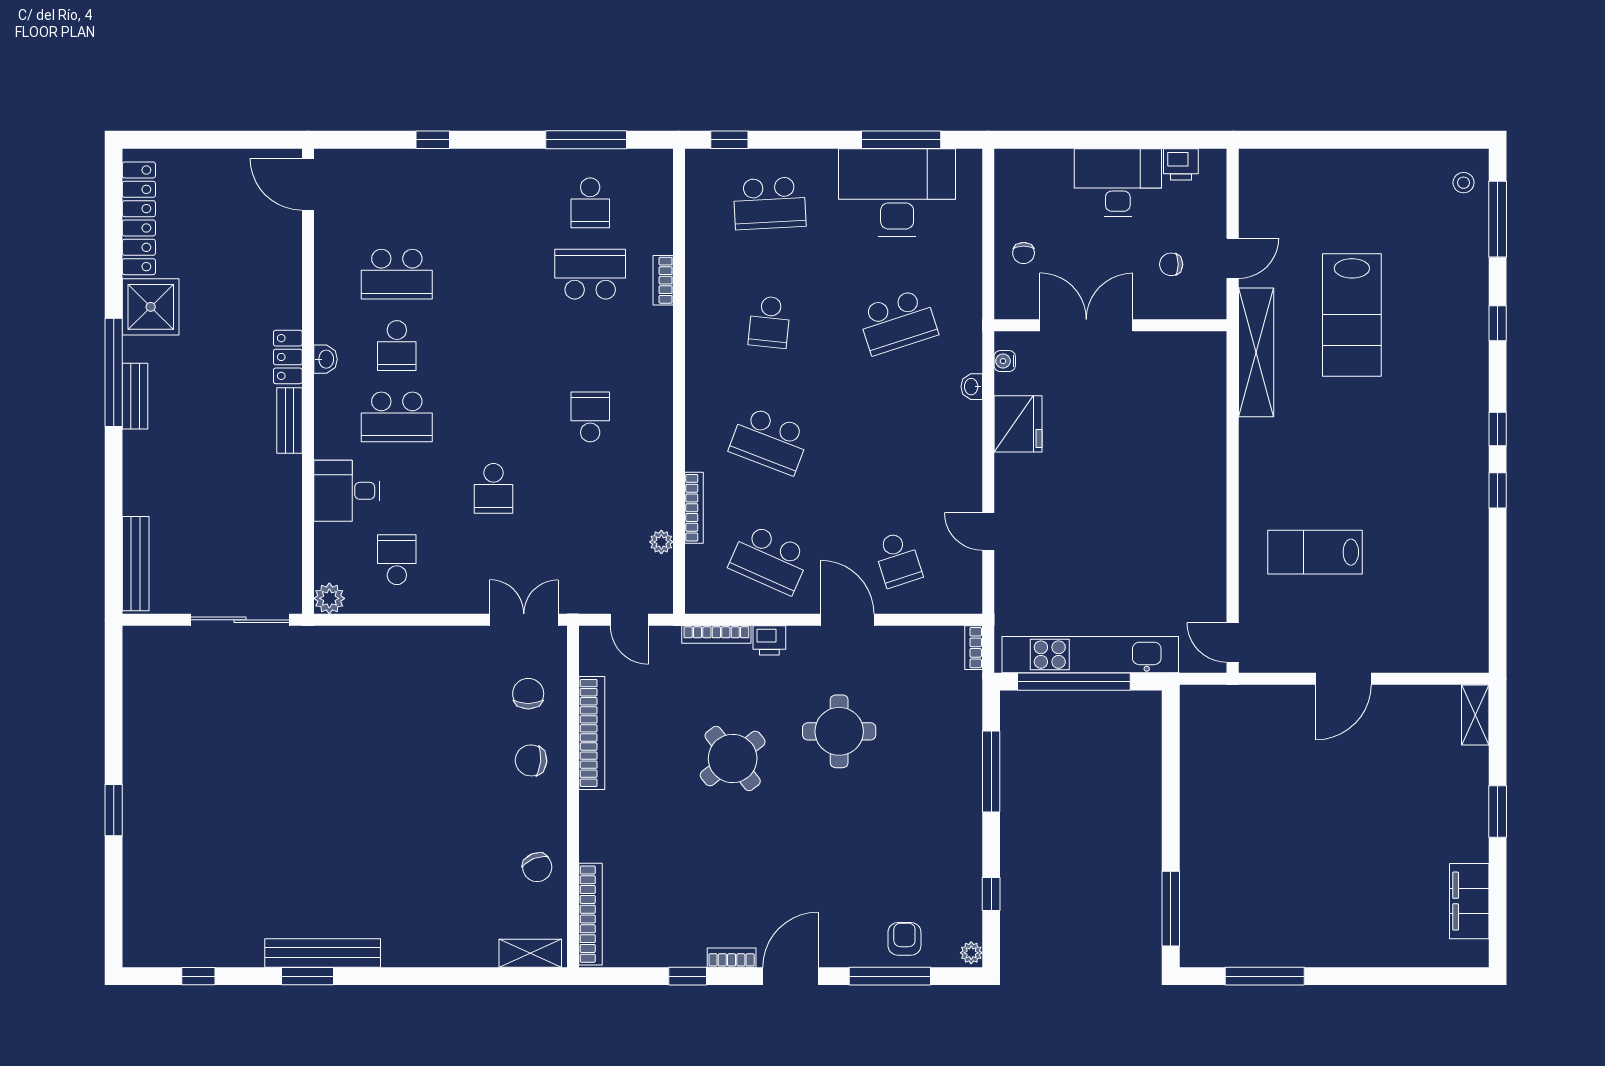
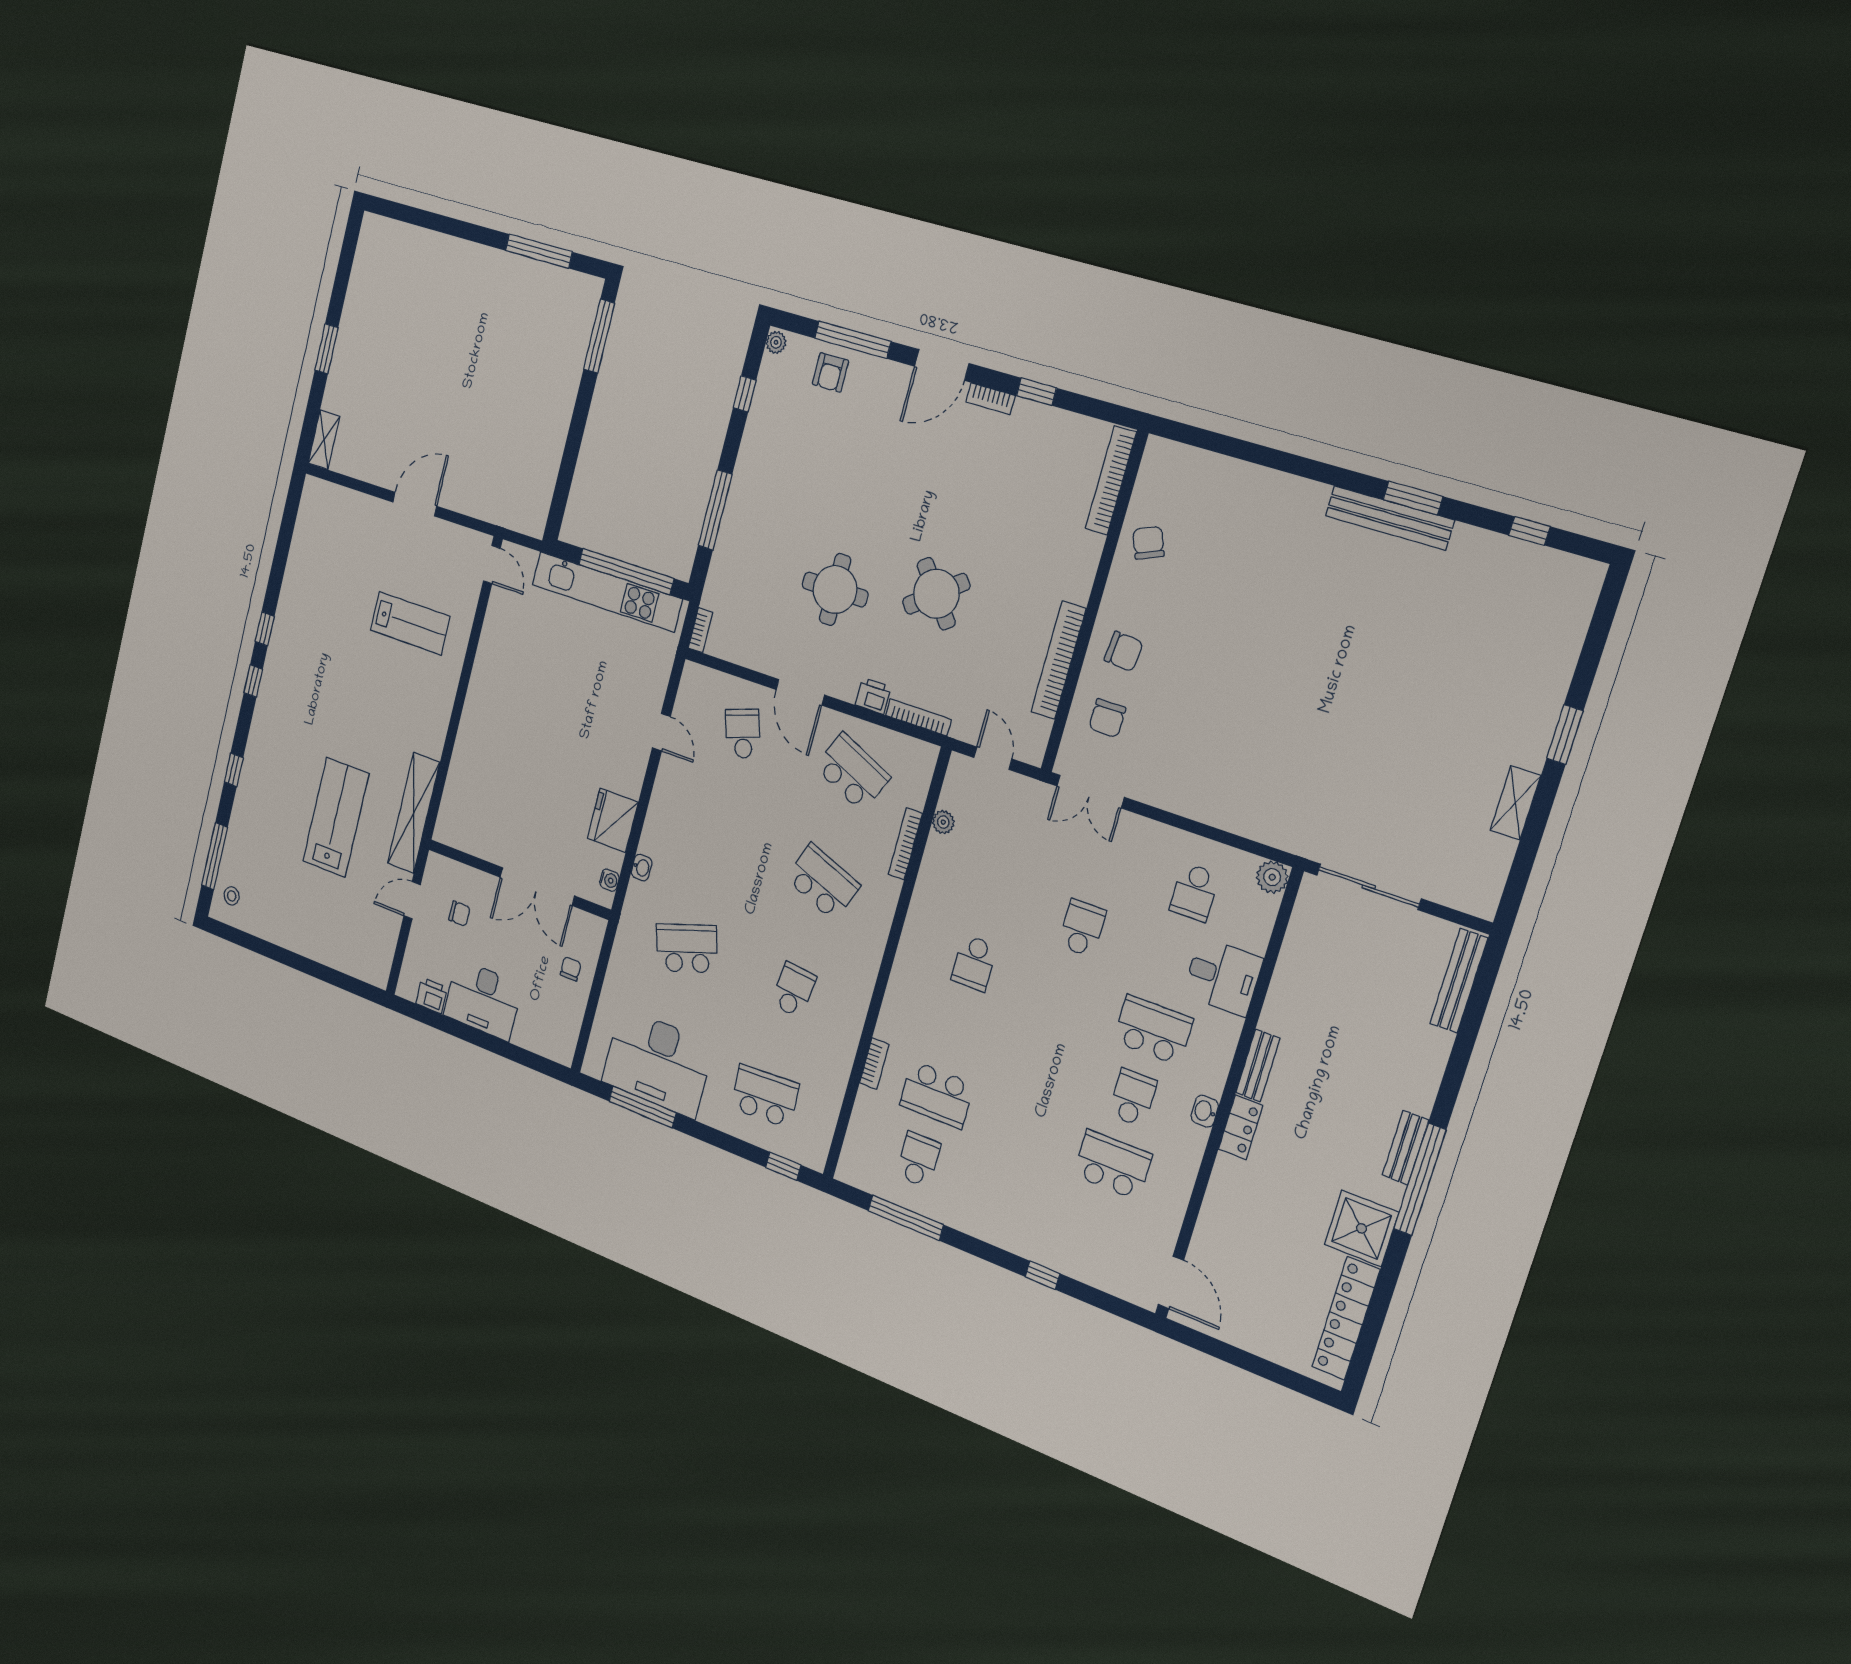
filing cabinet: (1469, 901) -> (365, 275), removed
shelving: (530, 953) -> (1515, 803), moved, turned 90

